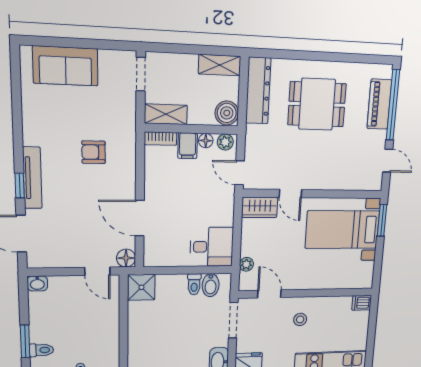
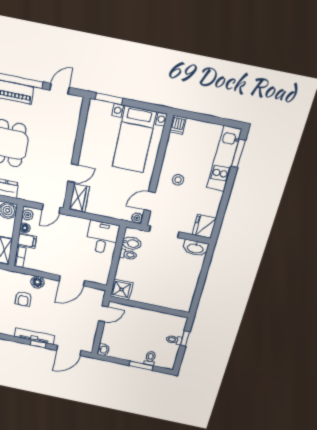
bed with nightstands: (342, 230) -> (134, 140), moved
floor lamp: (126, 258) -> (38, 282), moved
plant: (246, 264) -> (137, 218), moved

